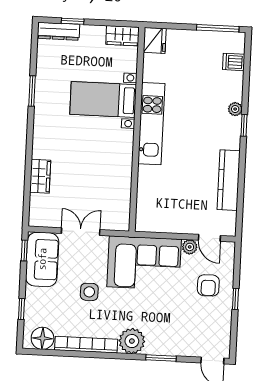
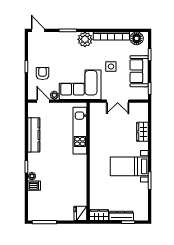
dresser: (59, 31) -> (121, 216), moved
dishwasher: (234, 62) -> (34, 186), moved
bed with nightstands: (103, 99) -> (129, 166), moved, turned 180
kitchen unit: (151, 124) -> (80, 131), moved
sofa: (42, 259) -> (139, 71), moved

